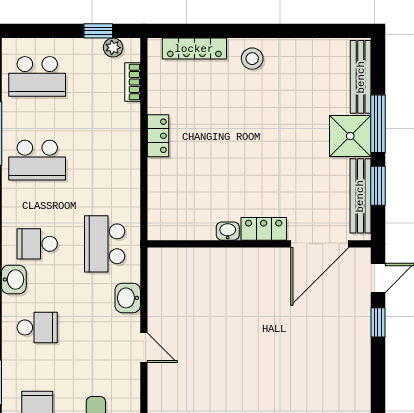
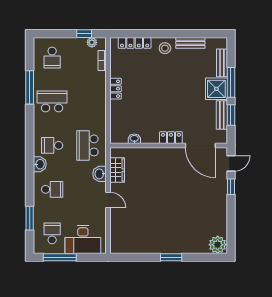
bench: (301, 48) -> (190, 43), added
school desk: (37, 76) -> (52, 58), width x0.54
bench: (361, 77) -> (222, 63), width x0.73
school desk: (37, 160) -> (52, 101), turned 180
bench: (360, 196) -> (222, 115), width x0.73
washbasin: (228, 231) -> (134, 139), moved
door: (320, 244) -> (200, 145), hinge flipped
wardrobe: (161, 291) -> (117, 170), added

